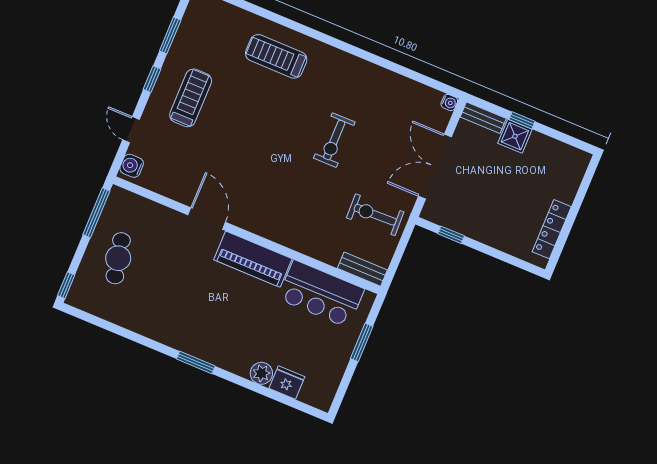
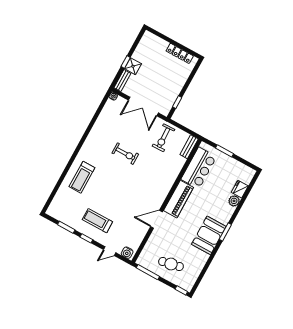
booth: (185, 329) -> (209, 235), added

